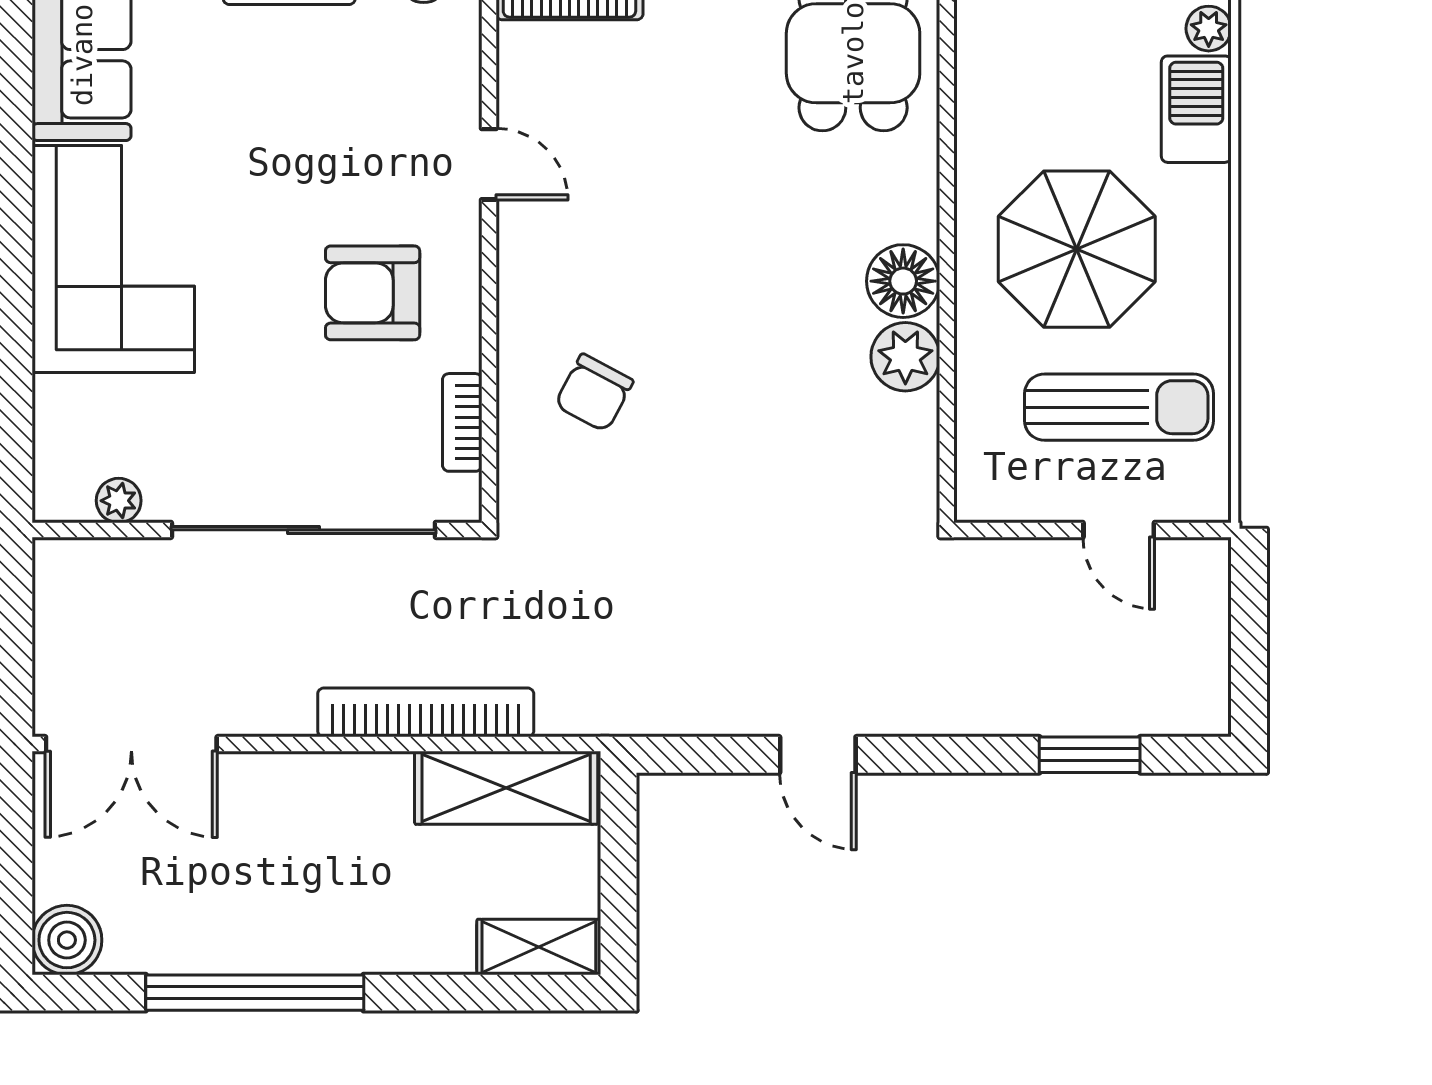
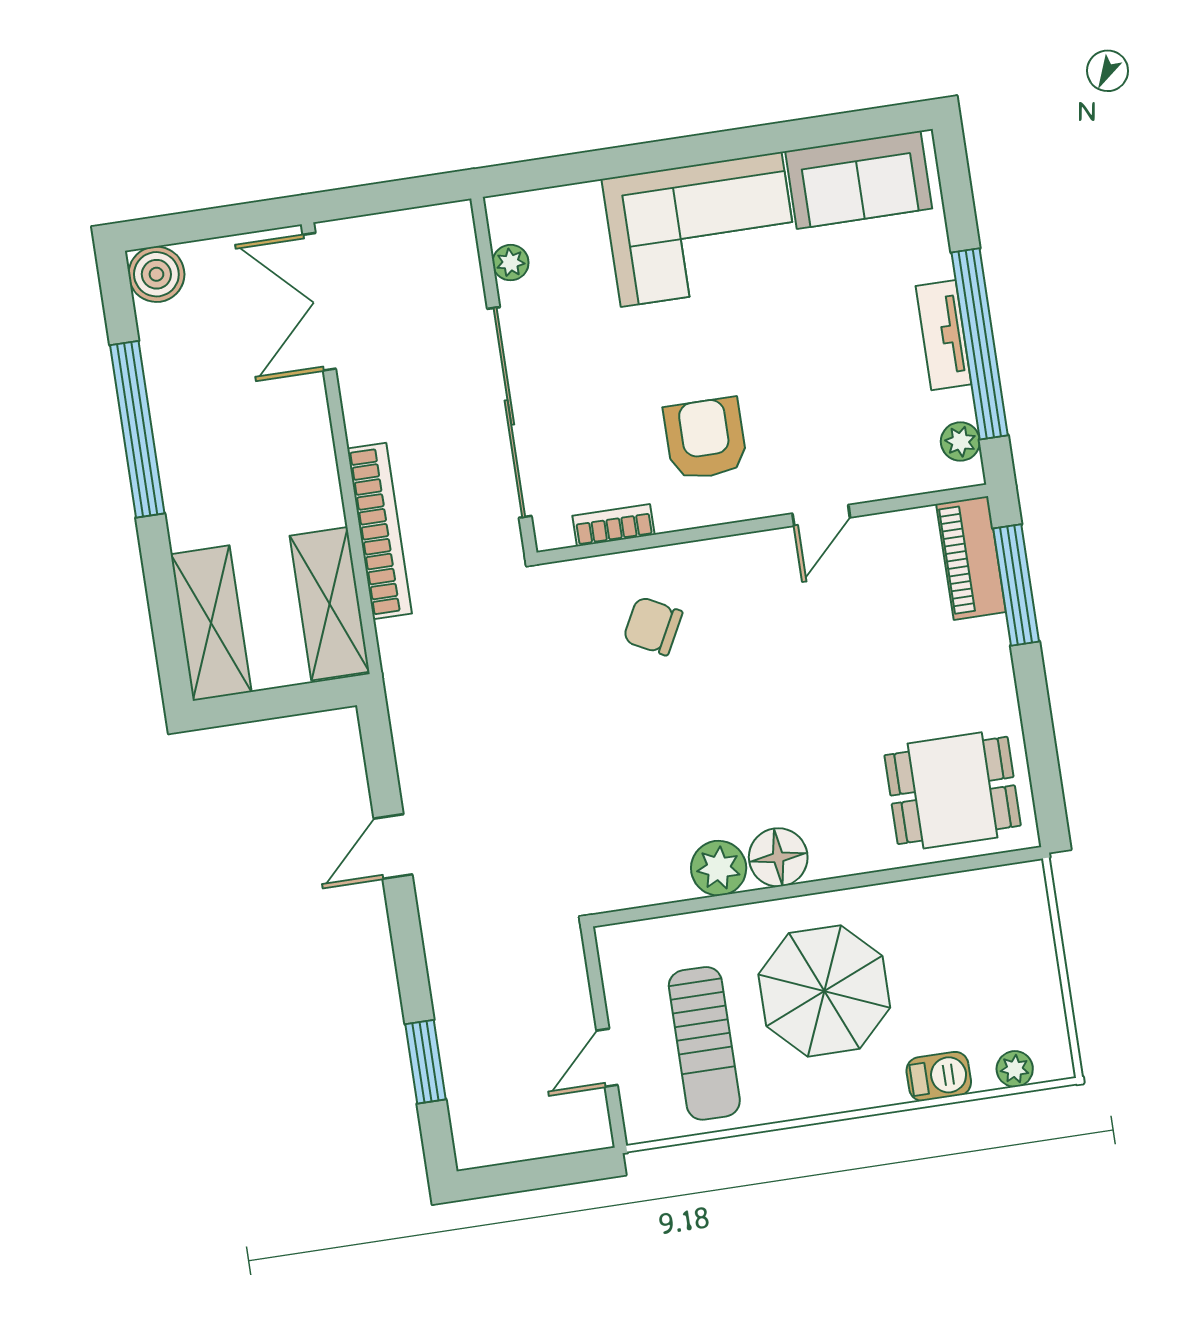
barbecue: (1196, 109) -> (939, 1076), width x0.73, depth x0.79
shelving: (539, 947) -> (211, 623), width x1.50, depth x1.33

